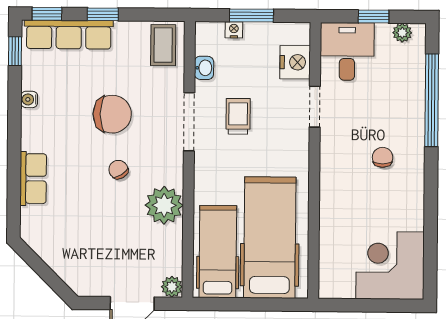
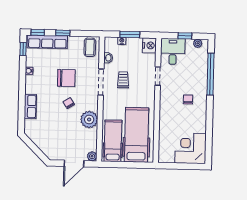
nightstand: (295, 62) -> (149, 45), moved

